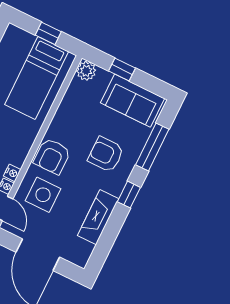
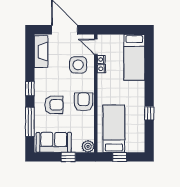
armchair: (52, 156) -> (84, 102), moved
fireplace: (98, 217) -> (41, 52), moved

